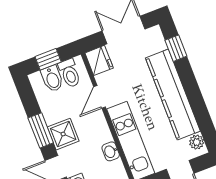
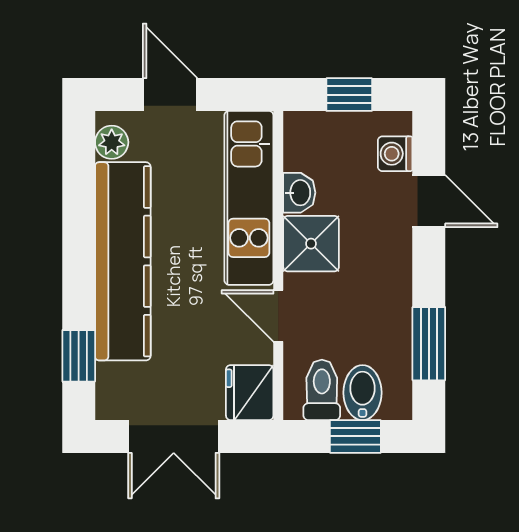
door: (100, 97) -> (278, 316), swing flipped
window: (41, 130) -> (429, 344), moved
shower: (63, 134) -> (311, 244), moved

